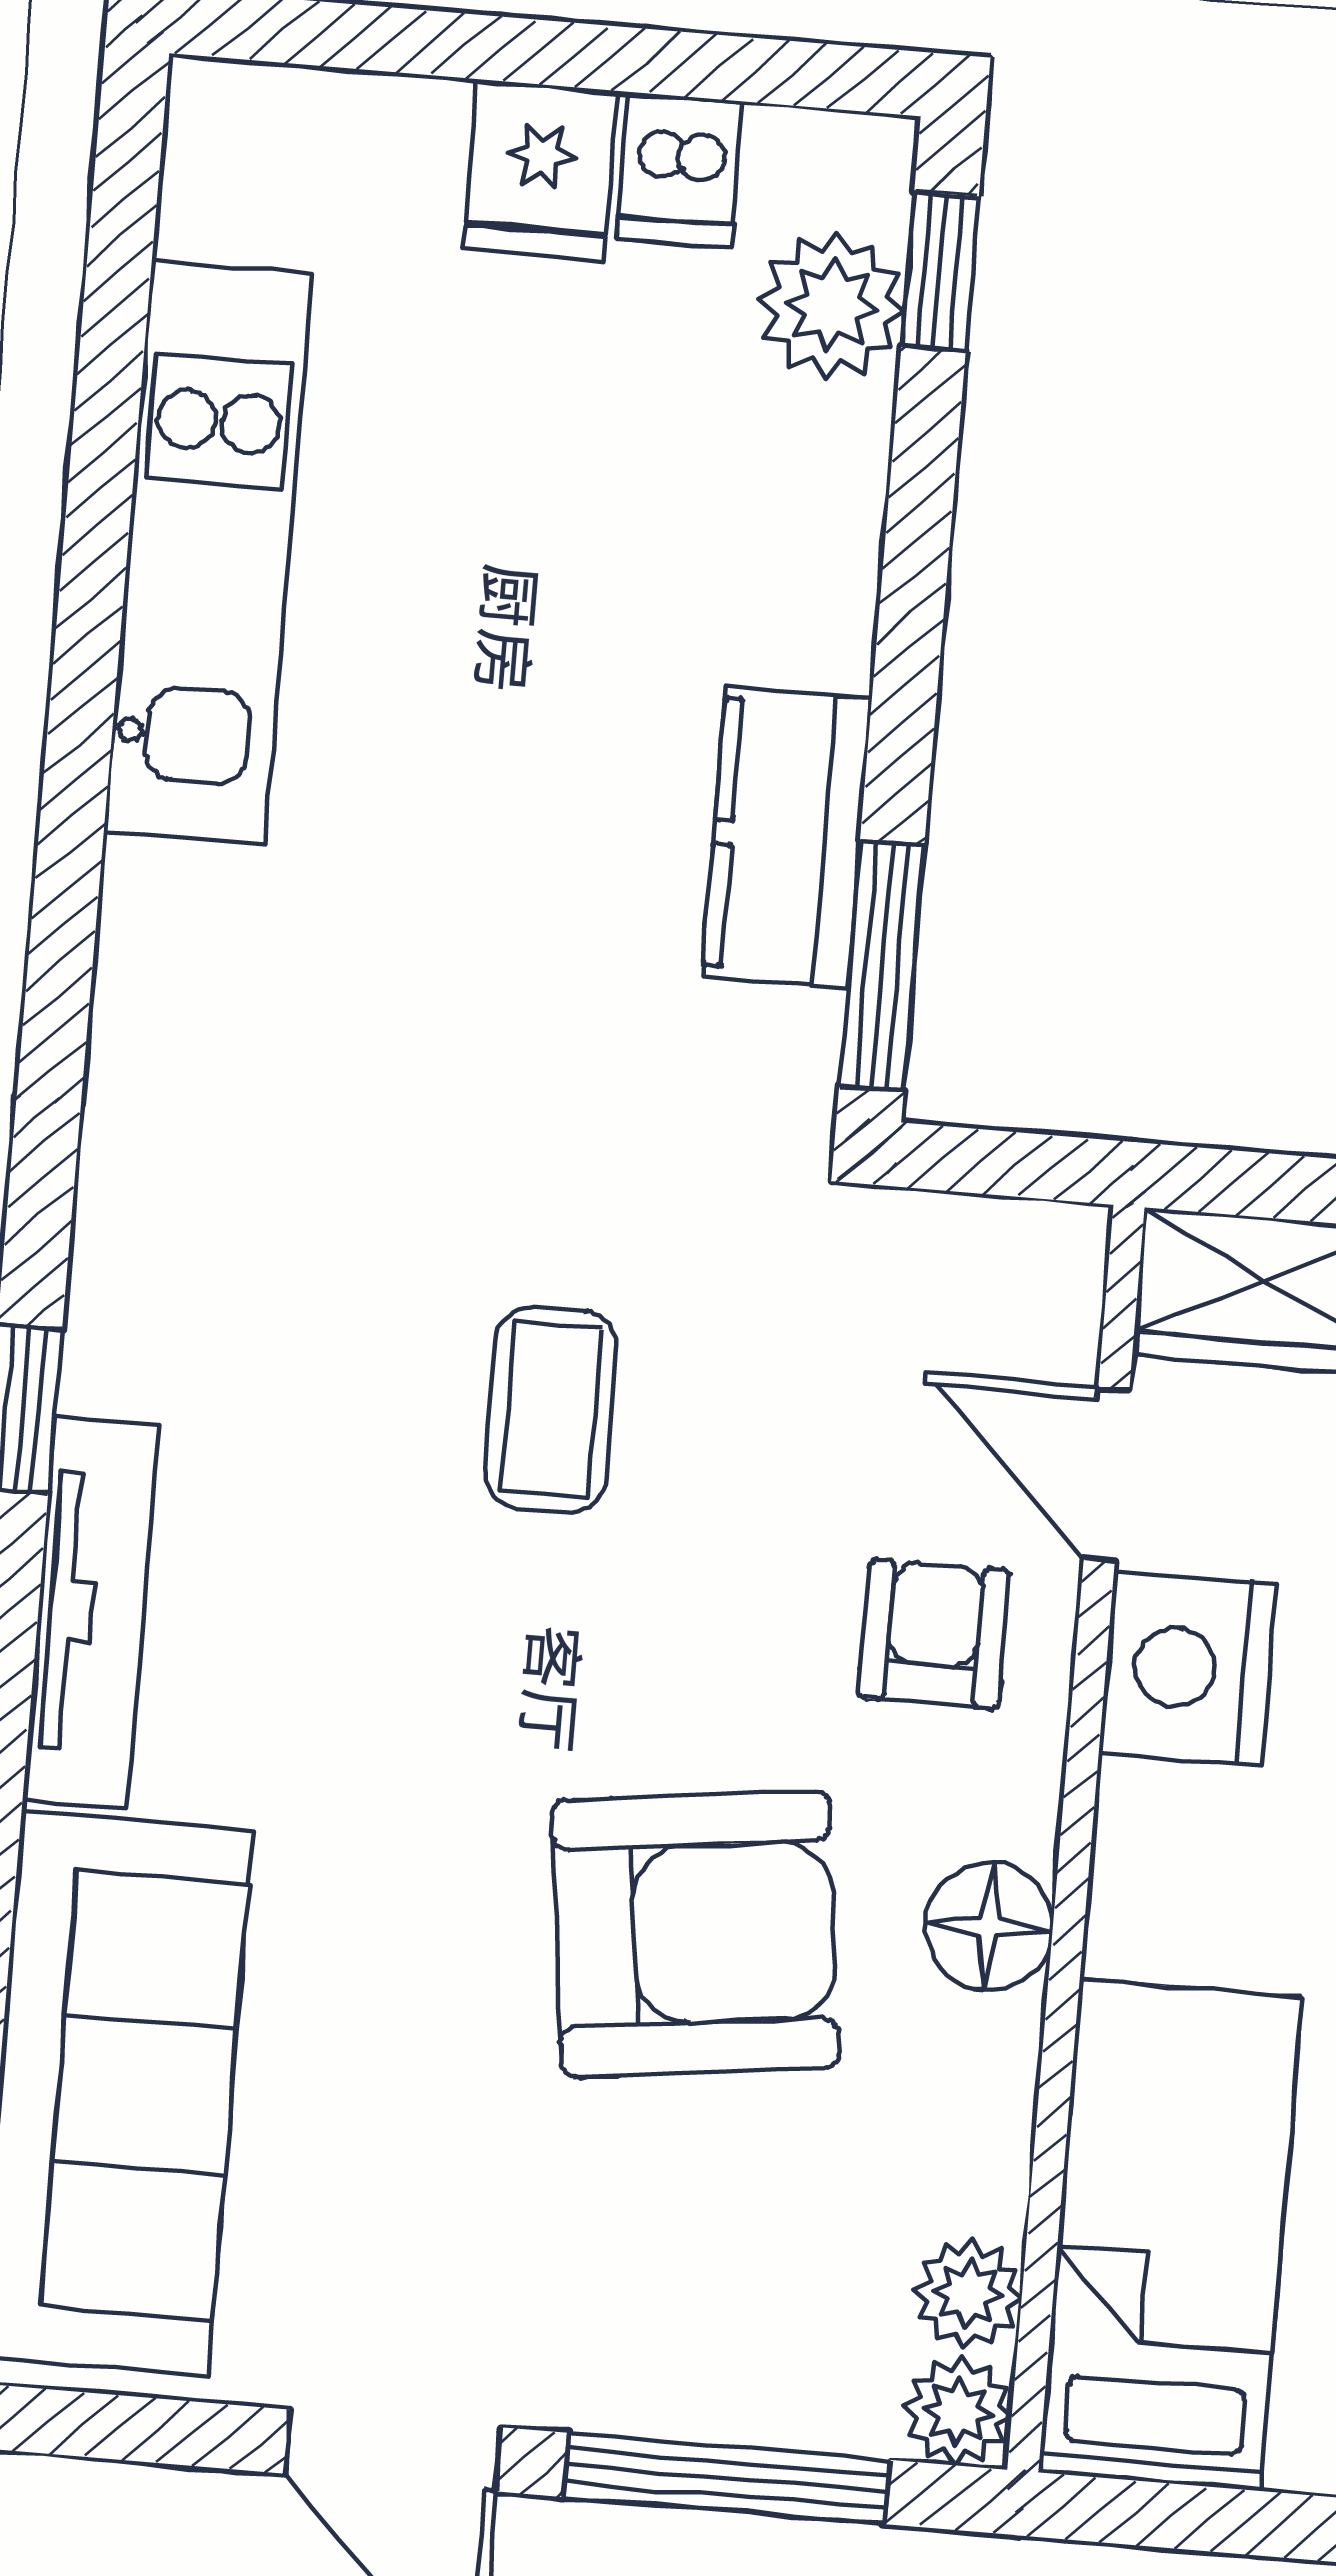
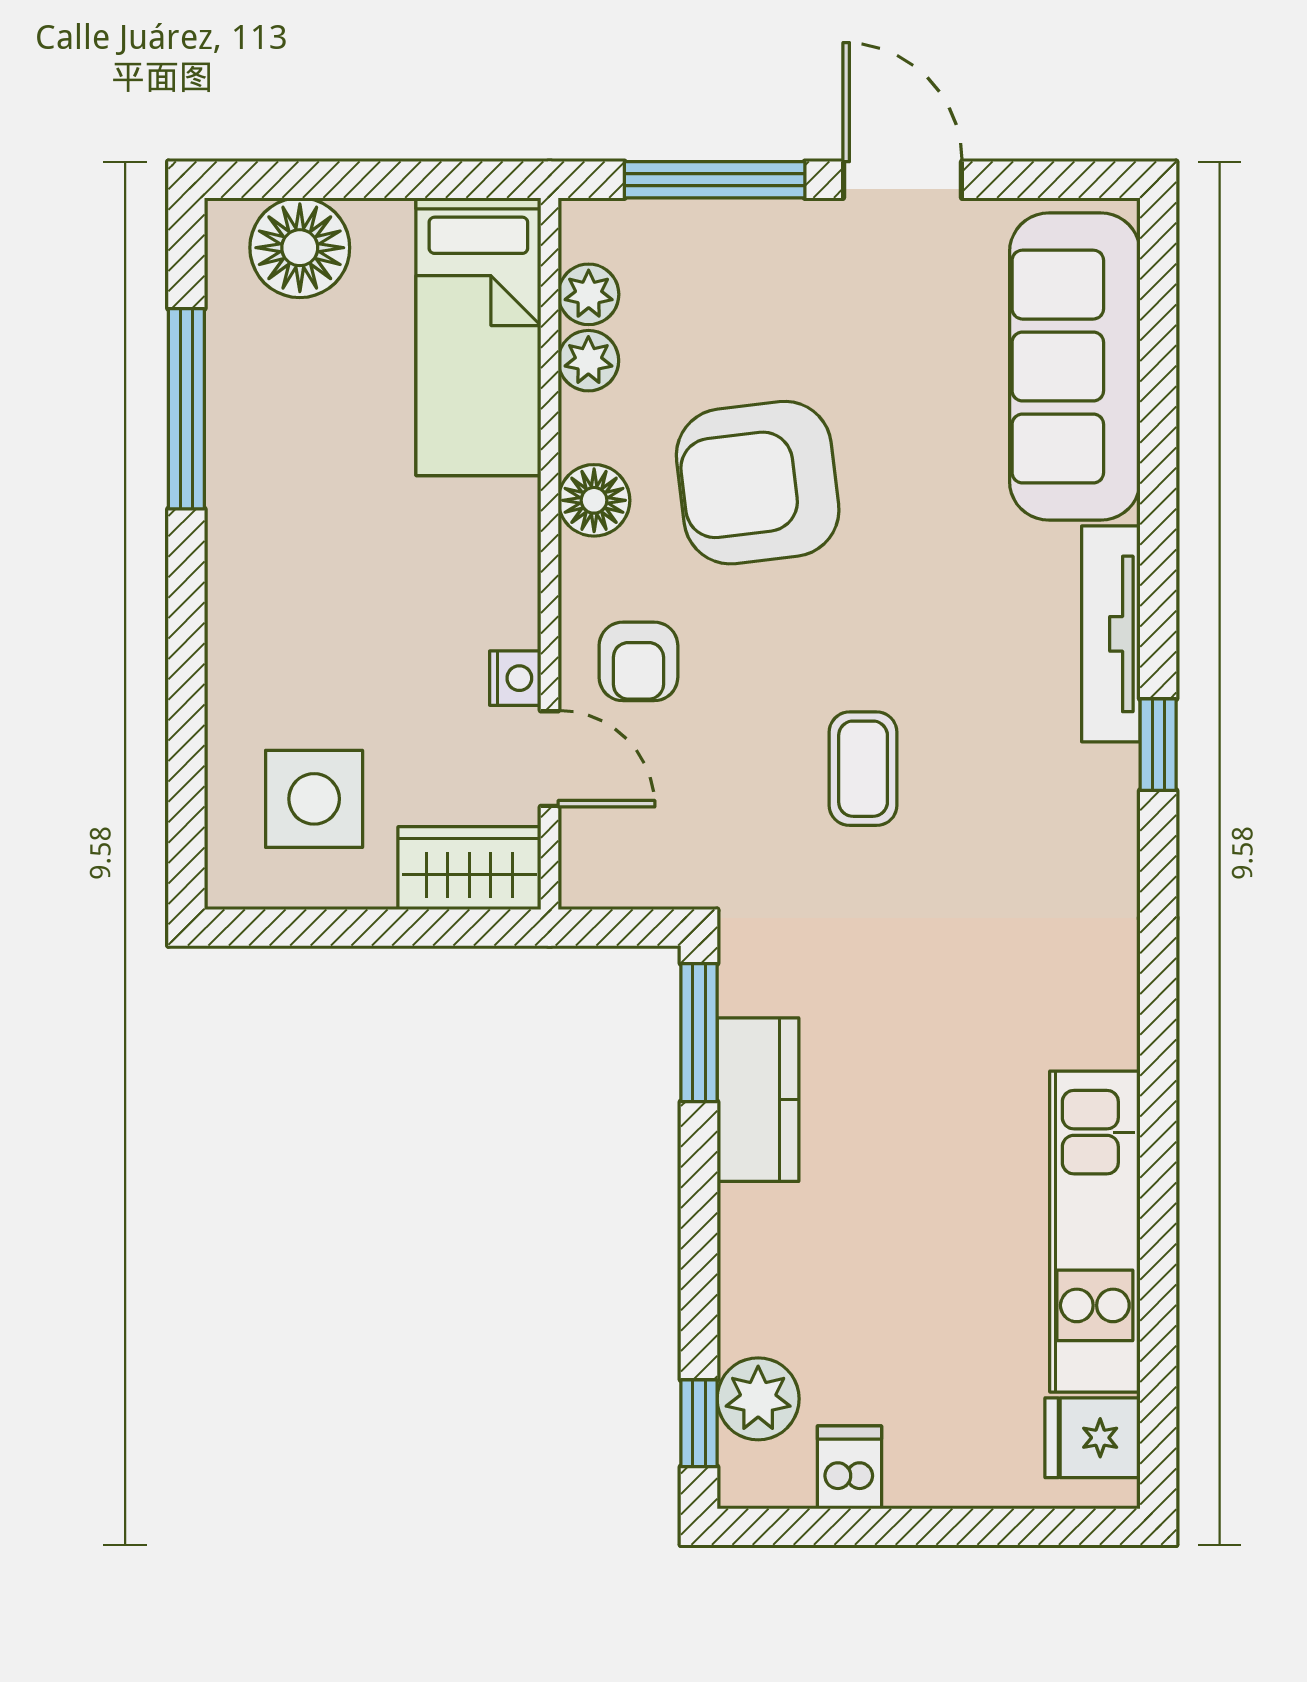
fridge: (540, 170) -> (1093, 1438), moved, turned -90
nightstand: (1188, 1669) -> (515, 678), width x0.53, depth x0.56
plant: (958, 2412) -> (588, 361), moved

